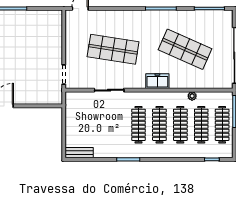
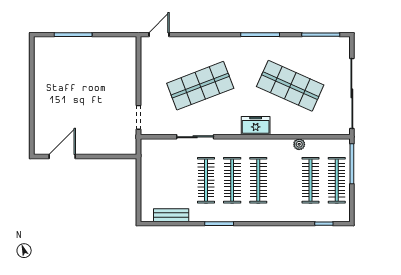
shop shelf: (113, 49) -> (200, 86), turned -30
clothes rail: (180, 125) -> (206, 180), moved
bench: (79, 153) -> (171, 215), moved

